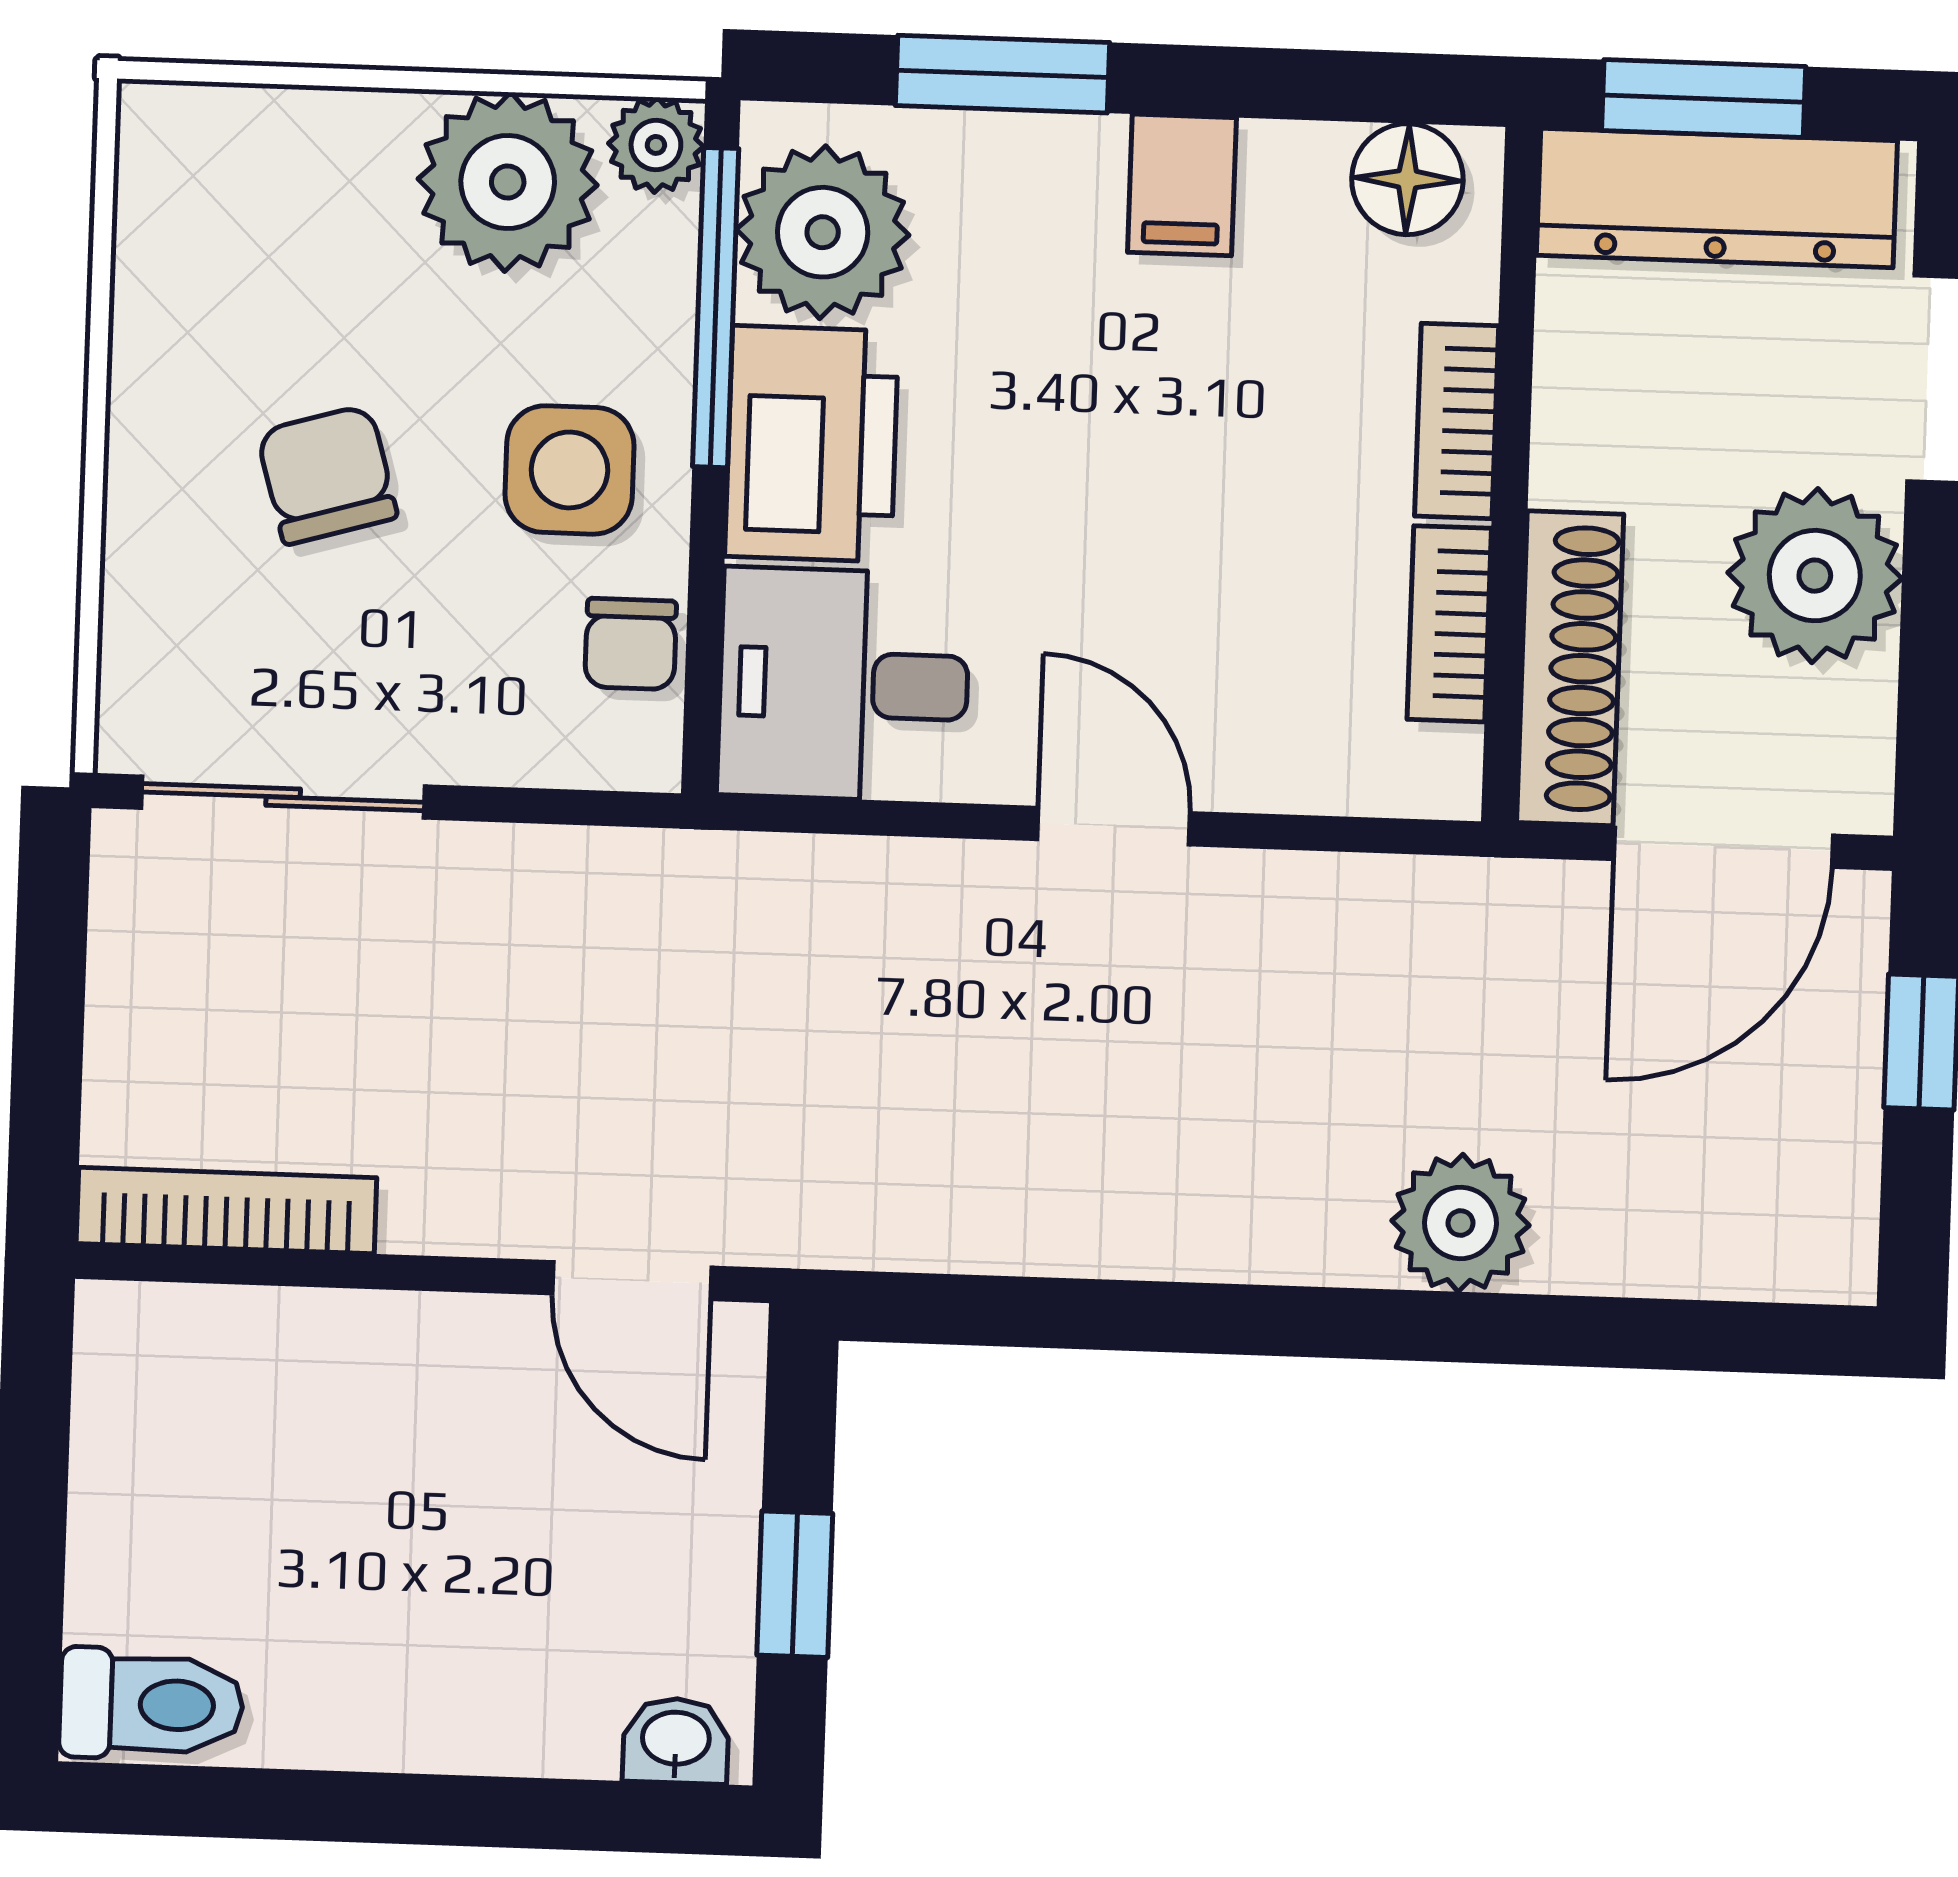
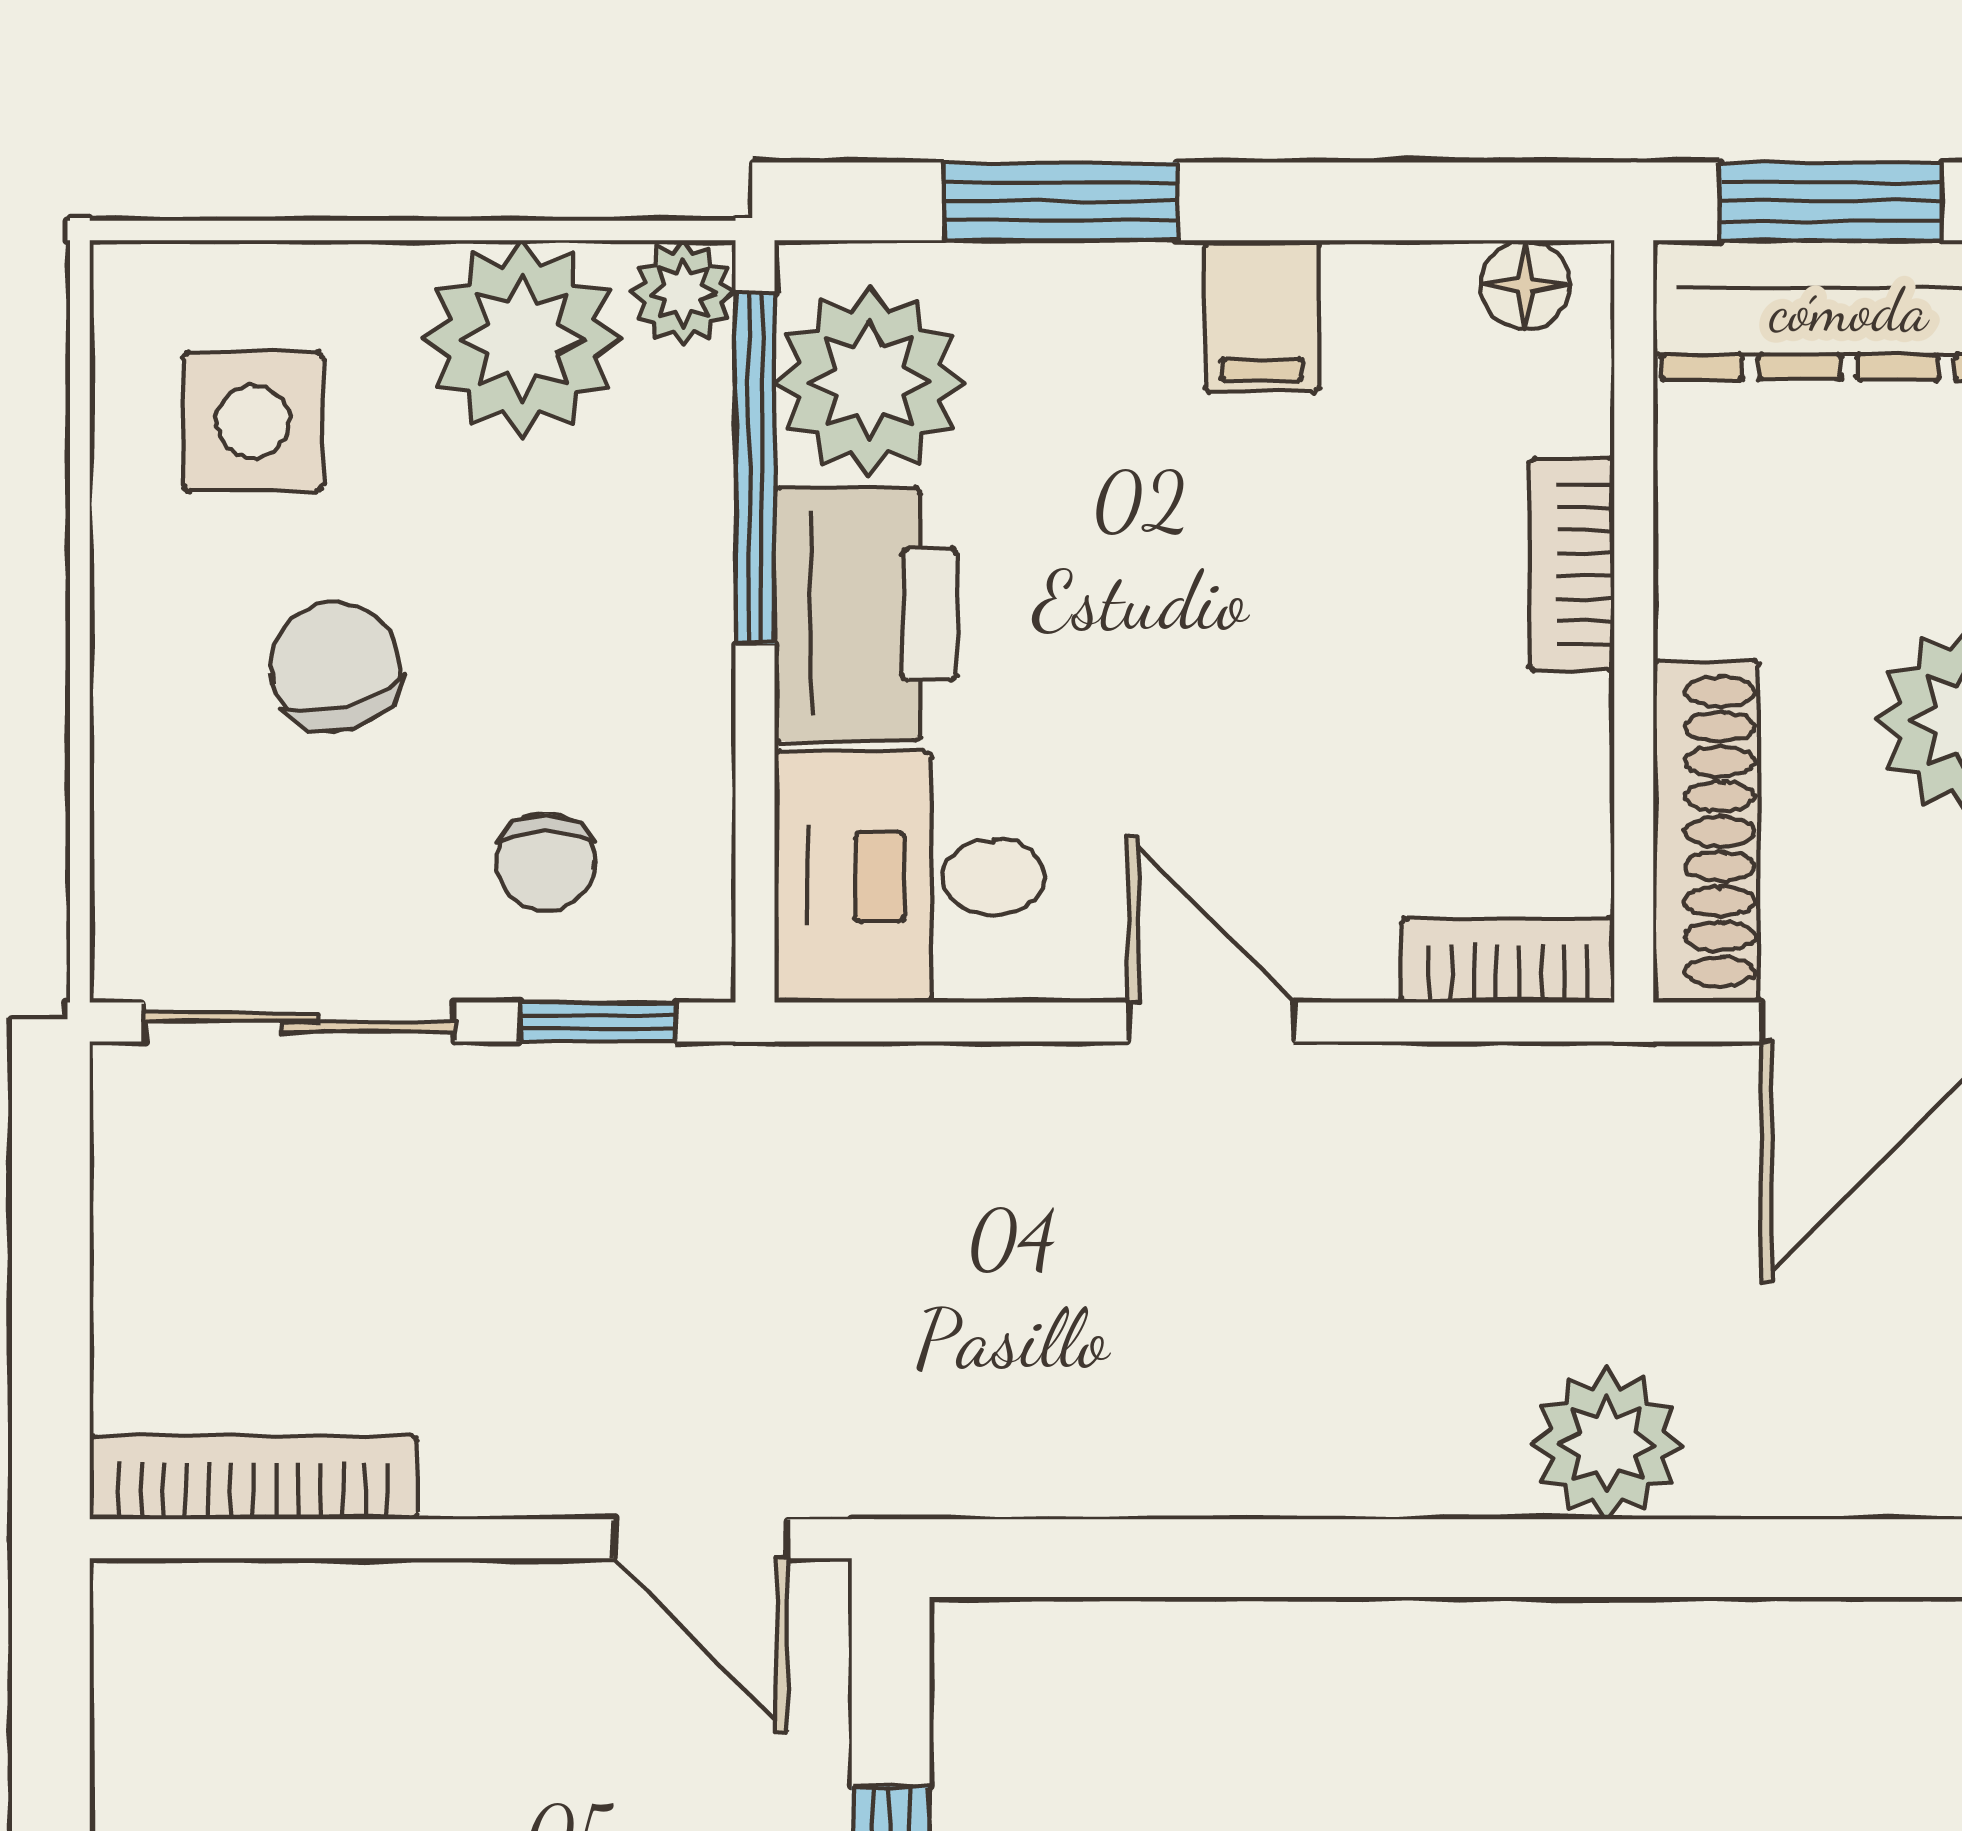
floor lamp: (1407, 179) -> (1525, 285), width x0.73, depth x0.73
side table: (569, 470) -> (253, 422), moved
bookcase: (1449, 624) -> (1508, 960), moved, turned 90
chair: (631, 644) -> (546, 862), moved
window: (555, 807) -> (598, 1022), added

